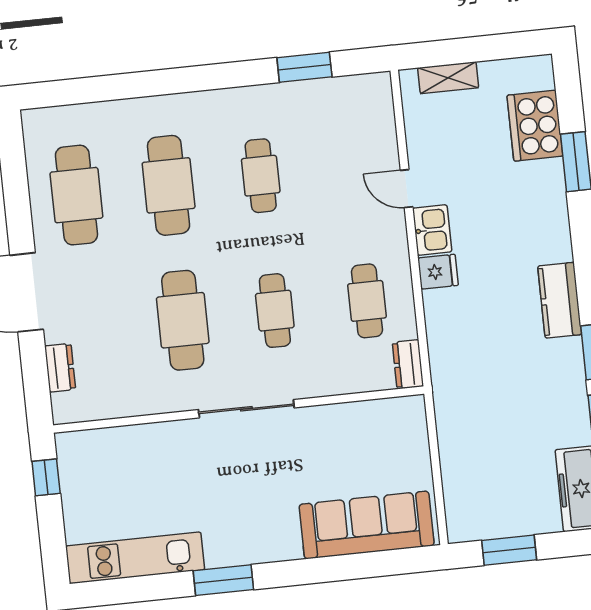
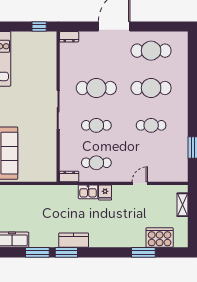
kitchen sink: (432, 230) -> (88, 192), moved
kitchen counter: (560, 300) -> (74, 240), moved
dresser: (60, 368) -> (69, 37), moved

